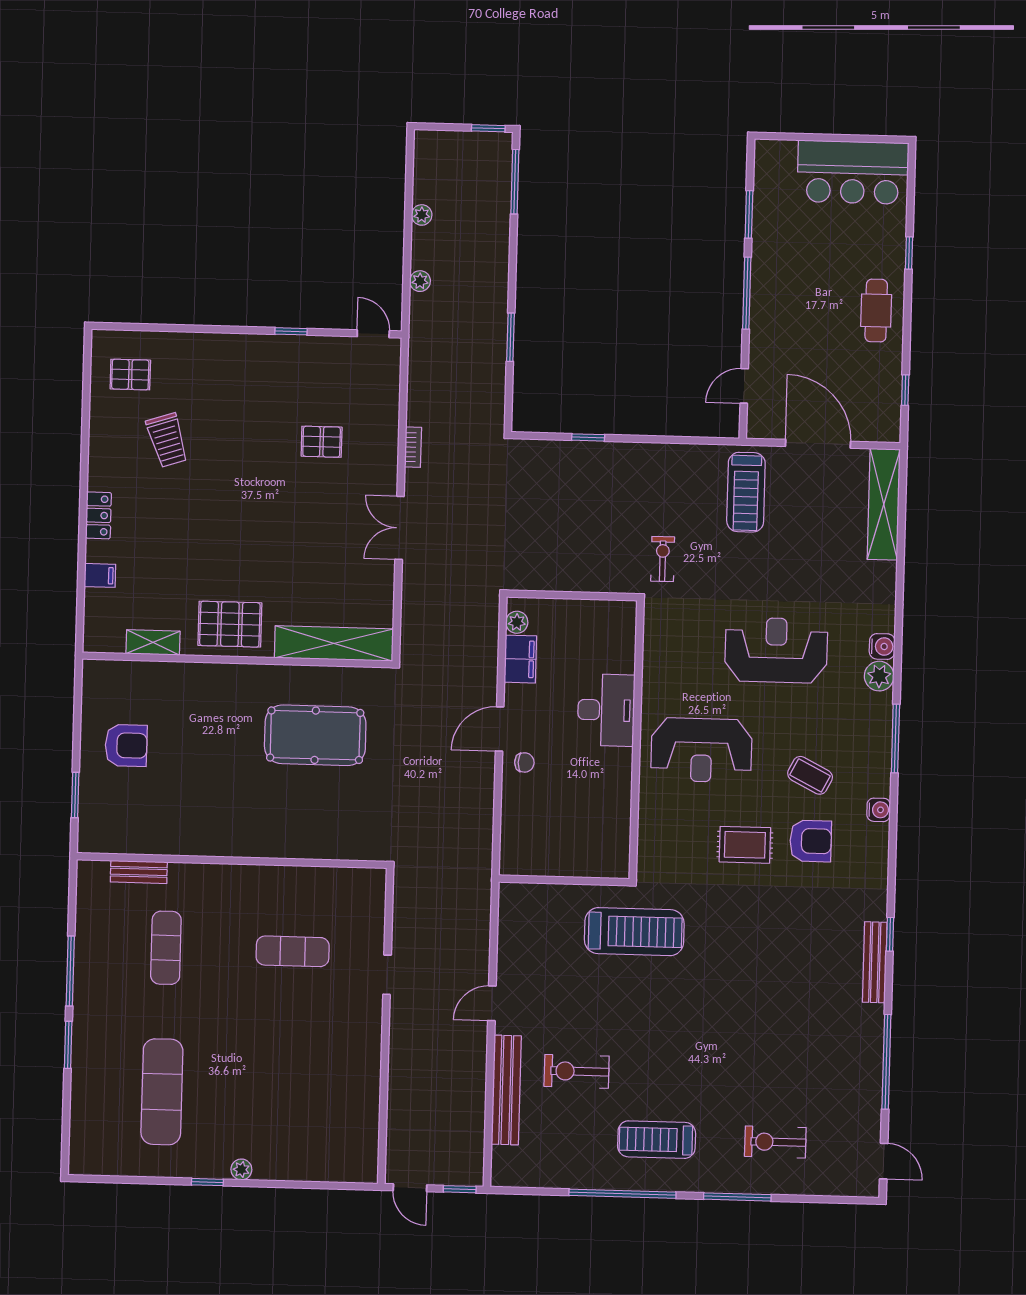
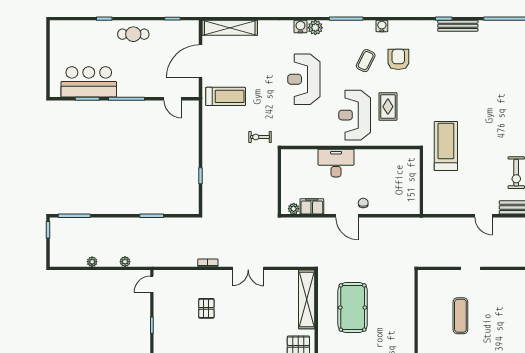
bar counter: (853, 172) -> (89, 82), moved, turned -90
reception desk: (701, 750) -> (355, 115), turned 180
rug: (745, 845) -> (388, 107), moved

